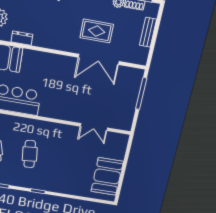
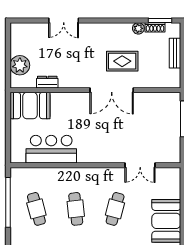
double door: (99, 59) -> (112, 90), moved
cafe table: (64, 160) -> (115, 209), added

